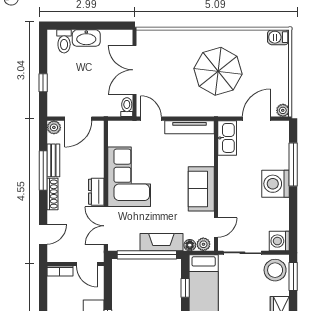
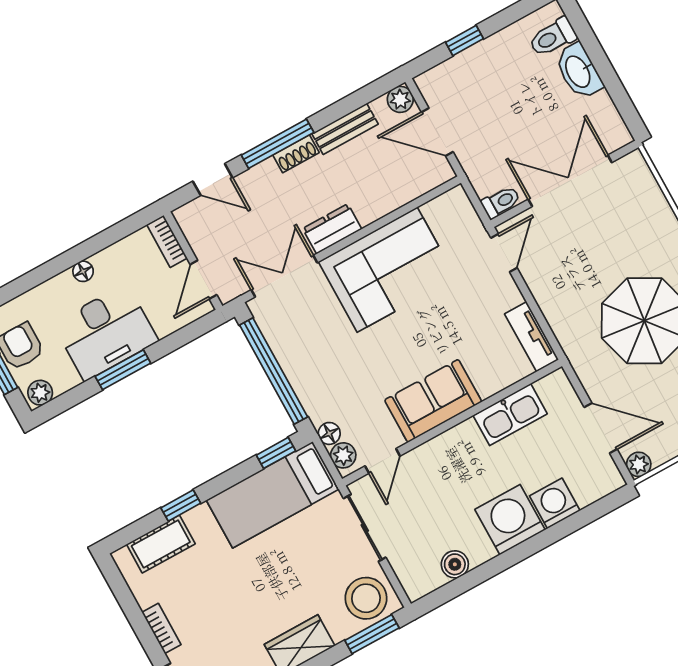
tv unit: (190, 127) -> (532, 337), width x0.71
kitchen sink: (227, 138) -> (510, 415), moved
window: (293, 164) -> (558, 531), removed
window: (43, 170) -> (278, 144), moved
shoe rack: (52, 194) -> (296, 154), width x0.70
boiler: (282, 221) -> (455, 564), added
door: (216, 228) -> (383, 461), hinge flipped
washing machine: (279, 241) -> (555, 503), moved
fireplace: (161, 242) -> (308, 384), removed
window: (185, 288) -> (276, 453), moved

